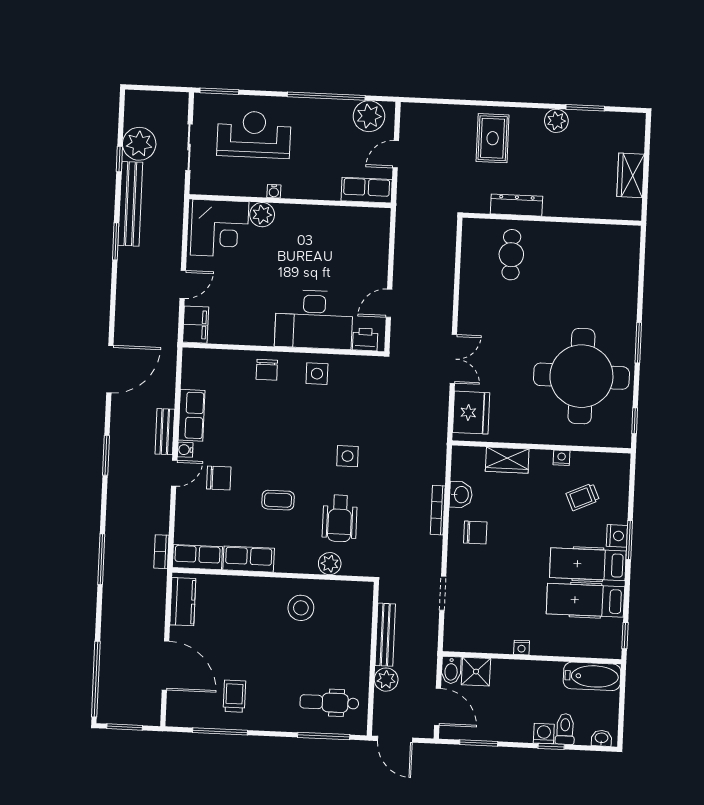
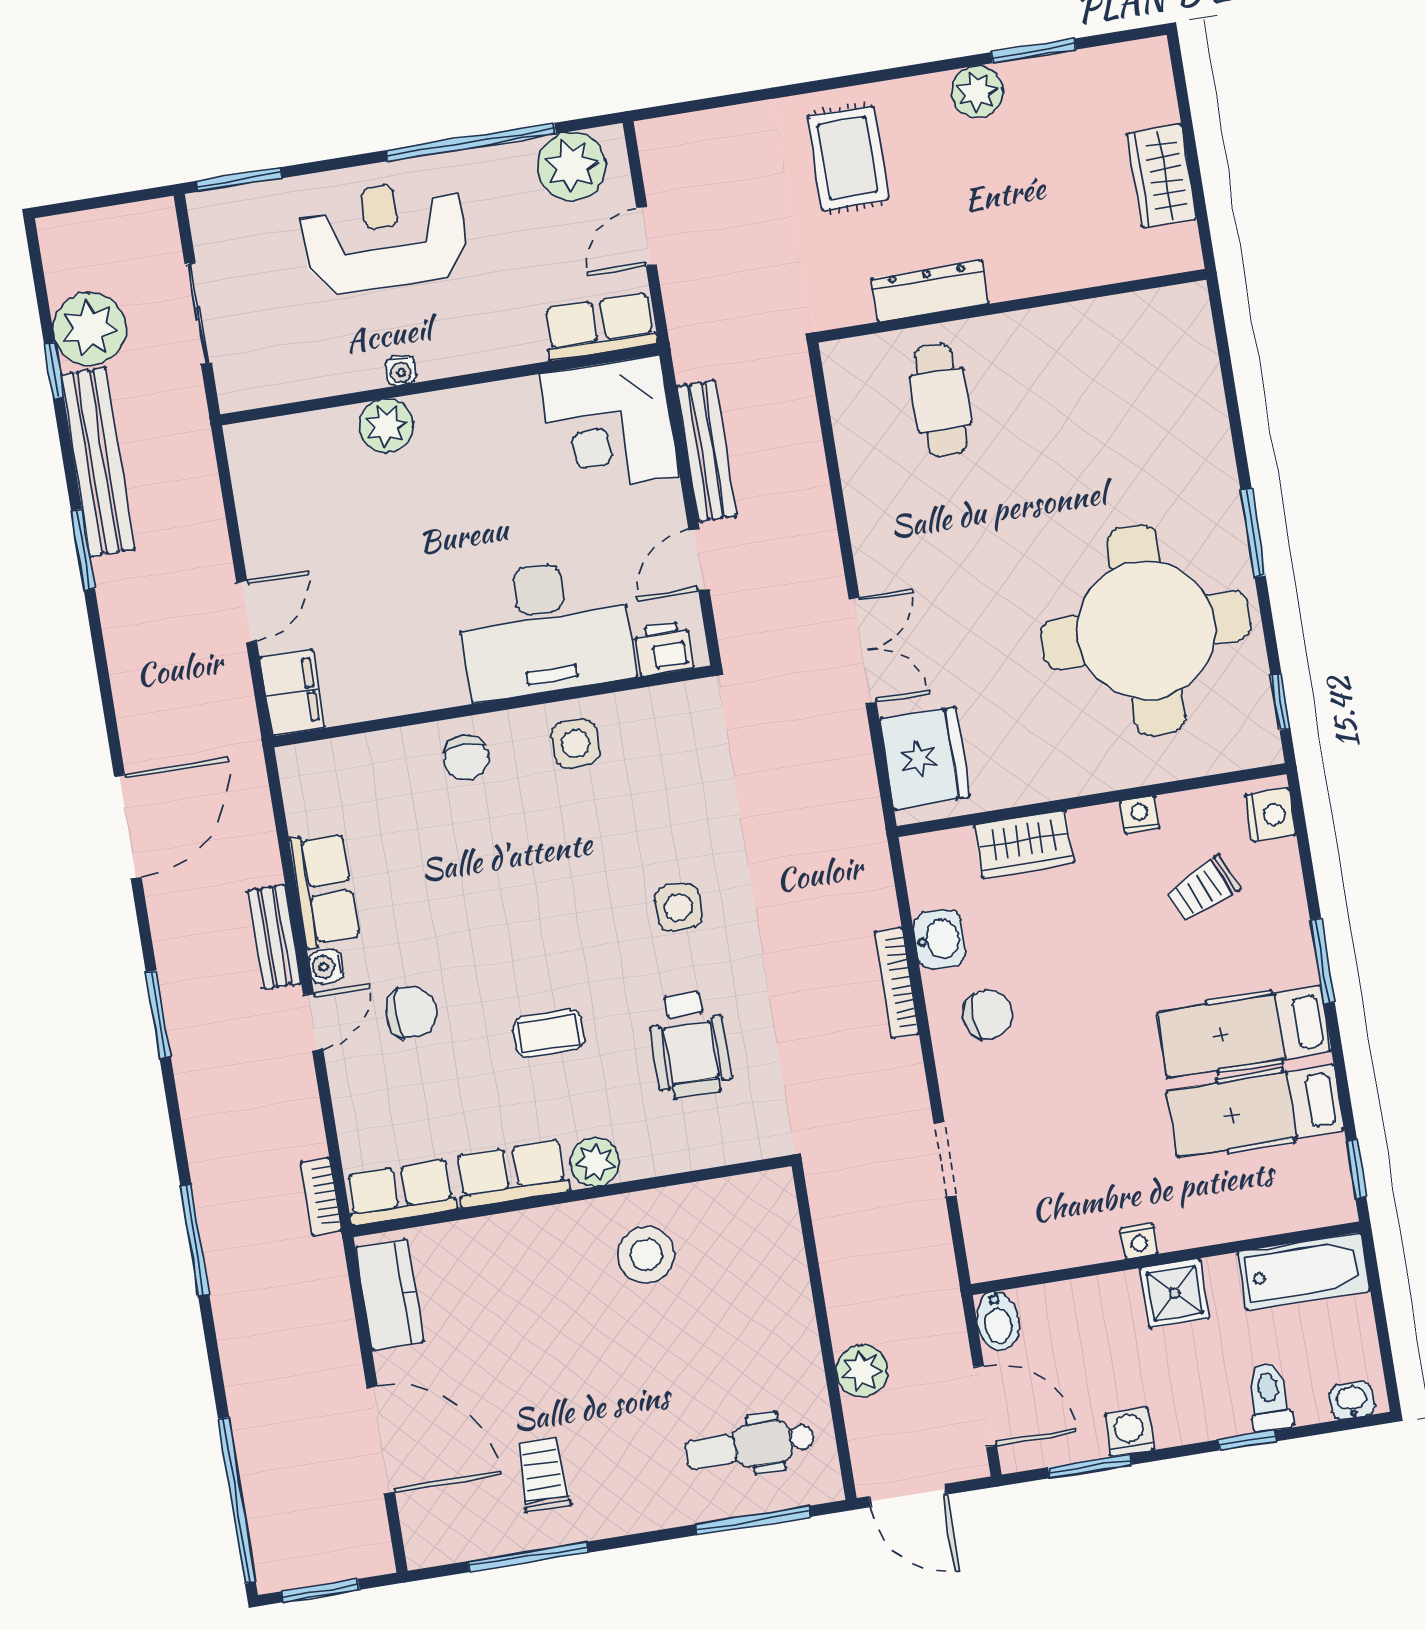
reception desk: (254, 134) -> (384, 236), moved
corner desk: (220, 228) -> (609, 425), moved, turned 90
nightstand: (617, 536) -> (1271, 815), moved
plant: (330, 564) -> (595, 1162), moved
bench: (385, 635) -> (706, 451), moved
shower: (476, 672) -> (1175, 1293), moved
washing machine: (544, 734) -> (1129, 1432), moved

